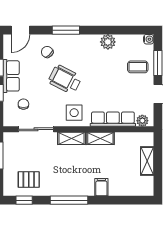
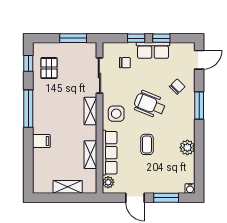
door: (20, 30) -> (199, 60), swing flipped
coffee table: (138, 67) -> (147, 144), moved
wheelchair: (65, 79) -> (150, 104), turned -95
shelving: (100, 138) -> (90, 155), moved

